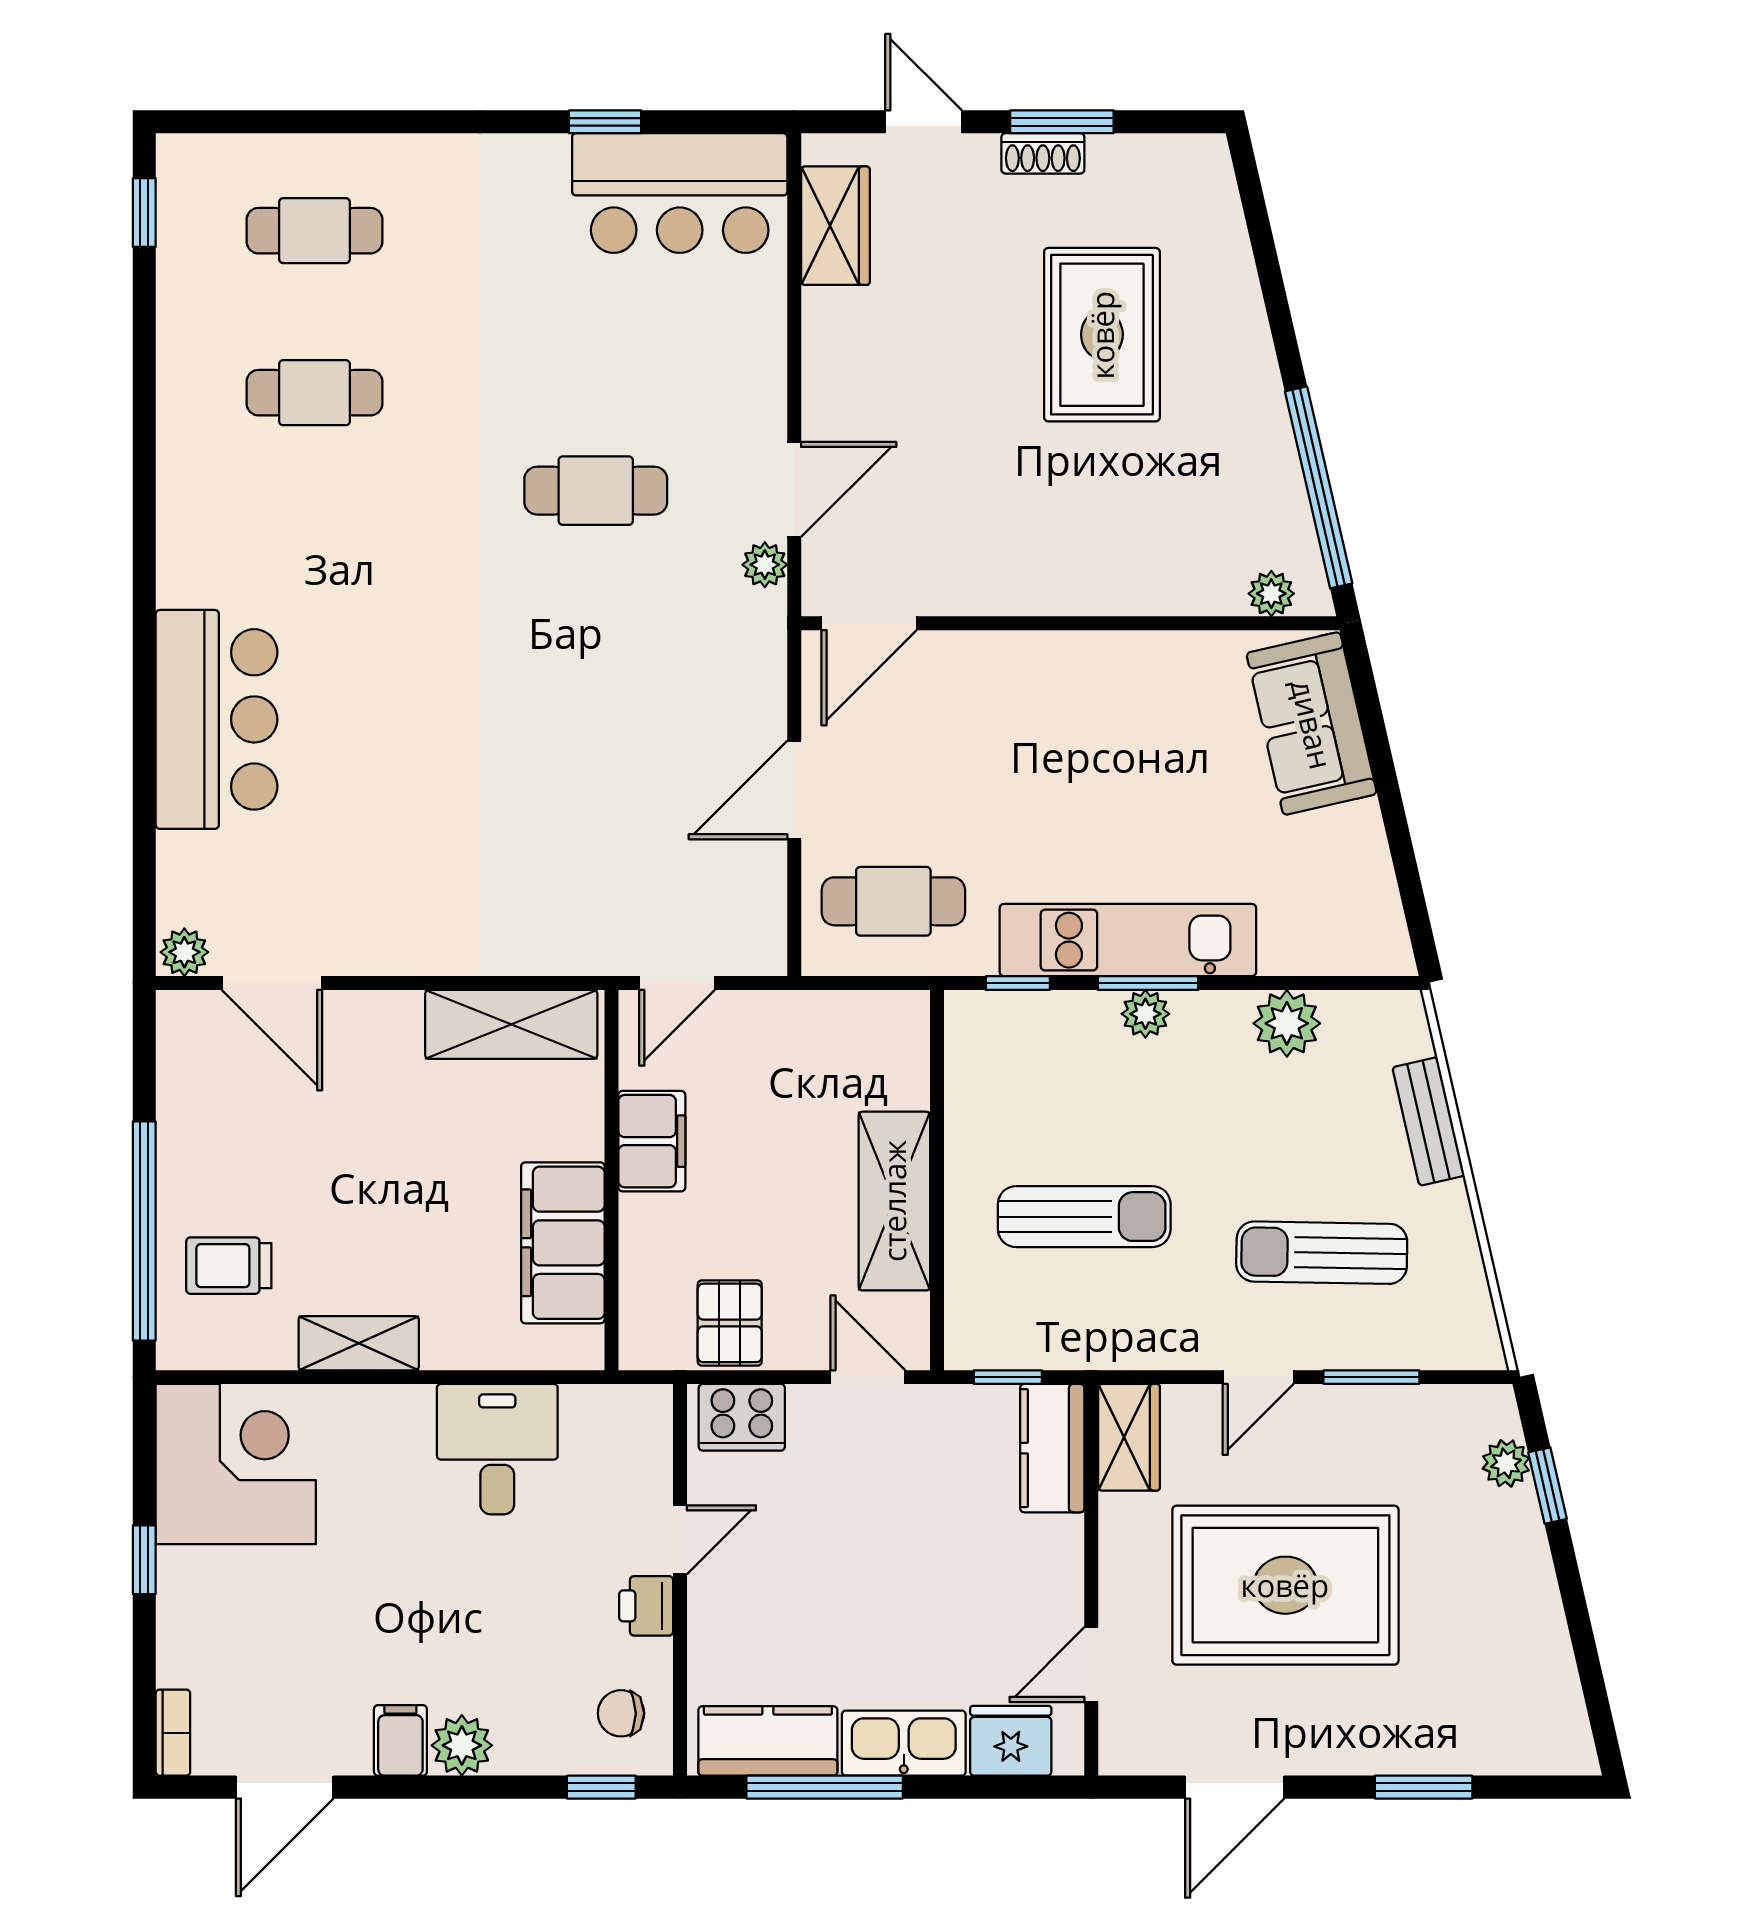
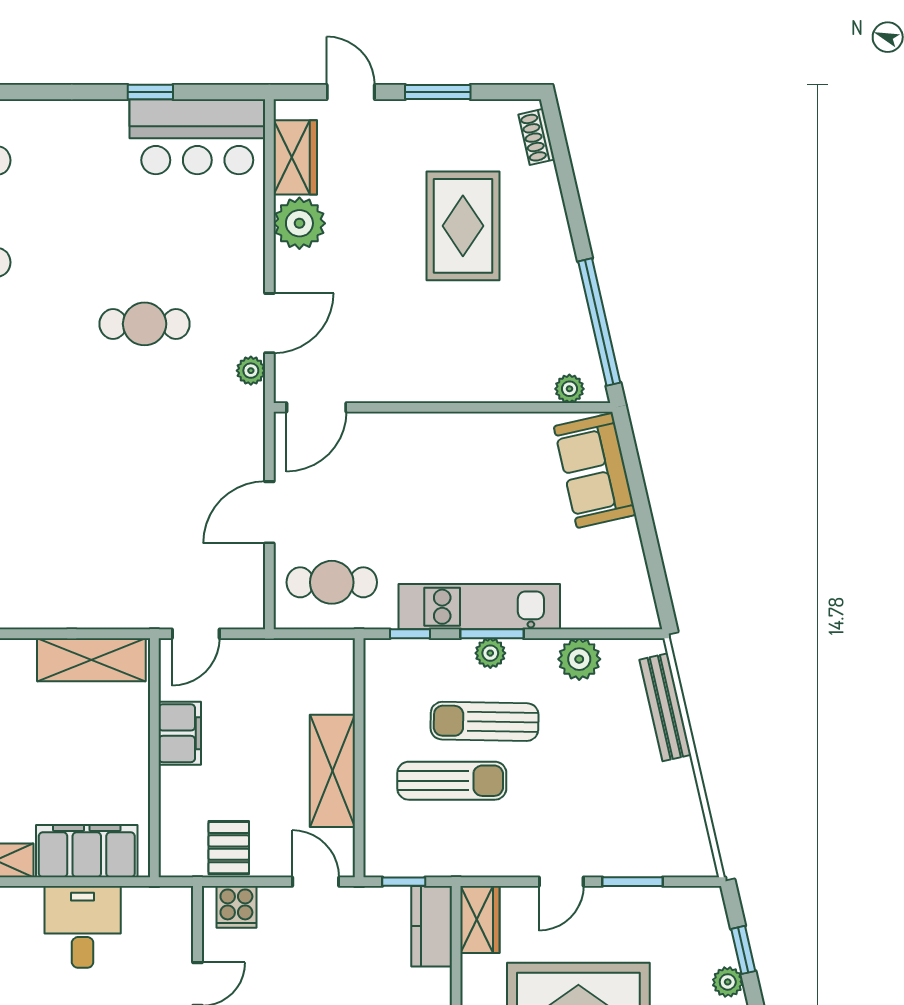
shoe rack: (1043, 153) -> (537, 137), moved, turned 77
plant: (842, 331) -> (299, 223), added
bench: (1428, 1121) -> (665, 707), width x1.36
filing cabinet: (563, 1243) -> (87, 851), moved, turned 90
sun lounger: (1322, 1253) -> (484, 721), moved
cooker: (742, 1417) -> (236, 907), width x0.73
plant: (1506, 1463) -> (728, 982), moved

